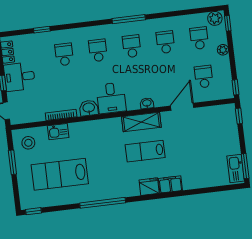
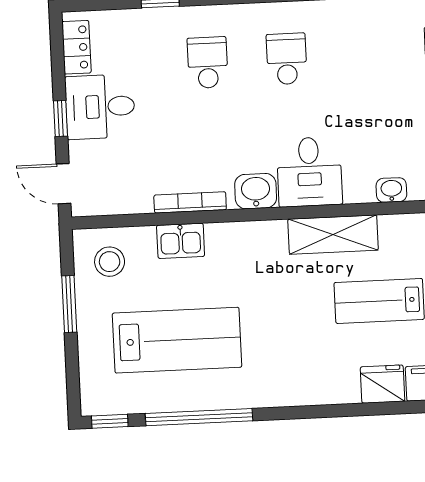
school desk: (132, 46) -> (366, 55), removed
shelving: (141, 122) -> (333, 235), moved
lab bench: (60, 174) -> (177, 340), turned 180
window: (103, 203) -> (199, 417), moved

